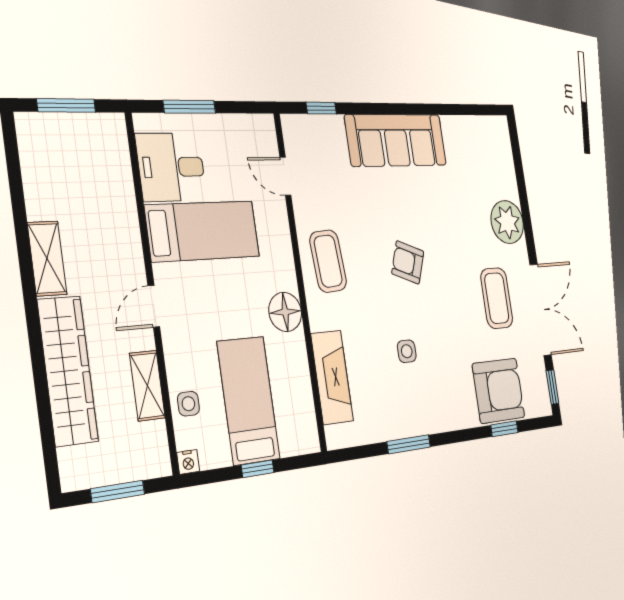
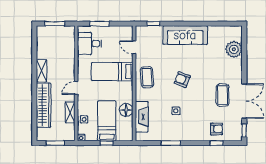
plant: (507, 222) -> (234, 49), moved
bed: (203, 231) -> (112, 72), moved, turned 180
floor lamp: (285, 312) -> (126, 110), moved
armchair: (498, 391) -> (217, 129), width x0.53, depth x0.53

